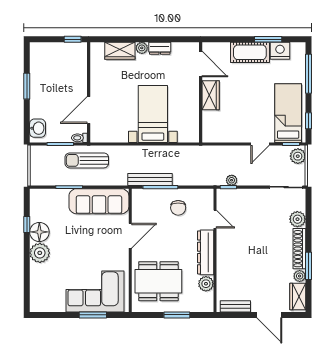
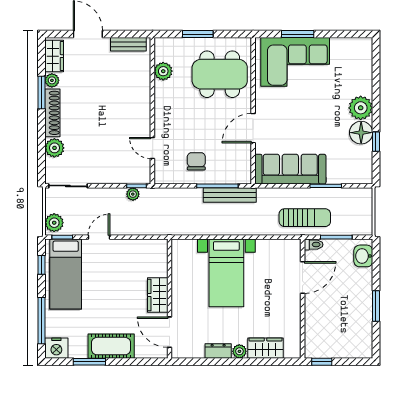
nightstand: (280, 51) -> (56, 348), moved
dresser: (206, 252) -> (164, 108), removed

